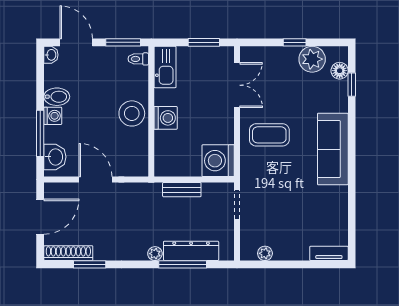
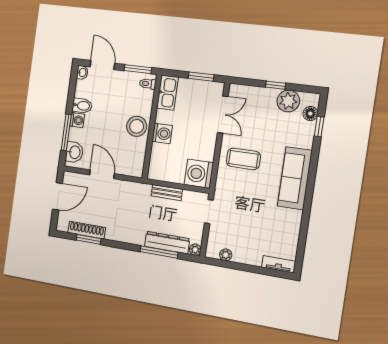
shoe rack: (68, 253) -> (87, 230), moved
plant: (155, 254) -> (195, 250), moved

